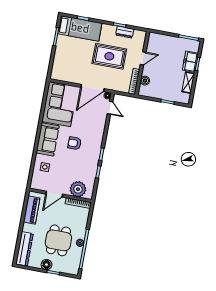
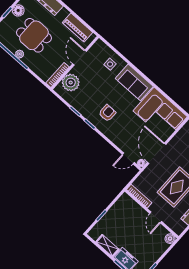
boiler: (145, 81) -> (170, 239), moved
armchair: (74, 143) -> (107, 113), moved

